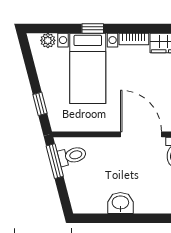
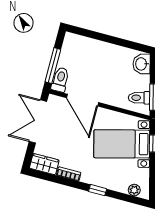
bed with nightstands: (88, 68) -> (122, 144), moved, turned -105
washbasin: (120, 203) -> (142, 64), moved, turned 75

